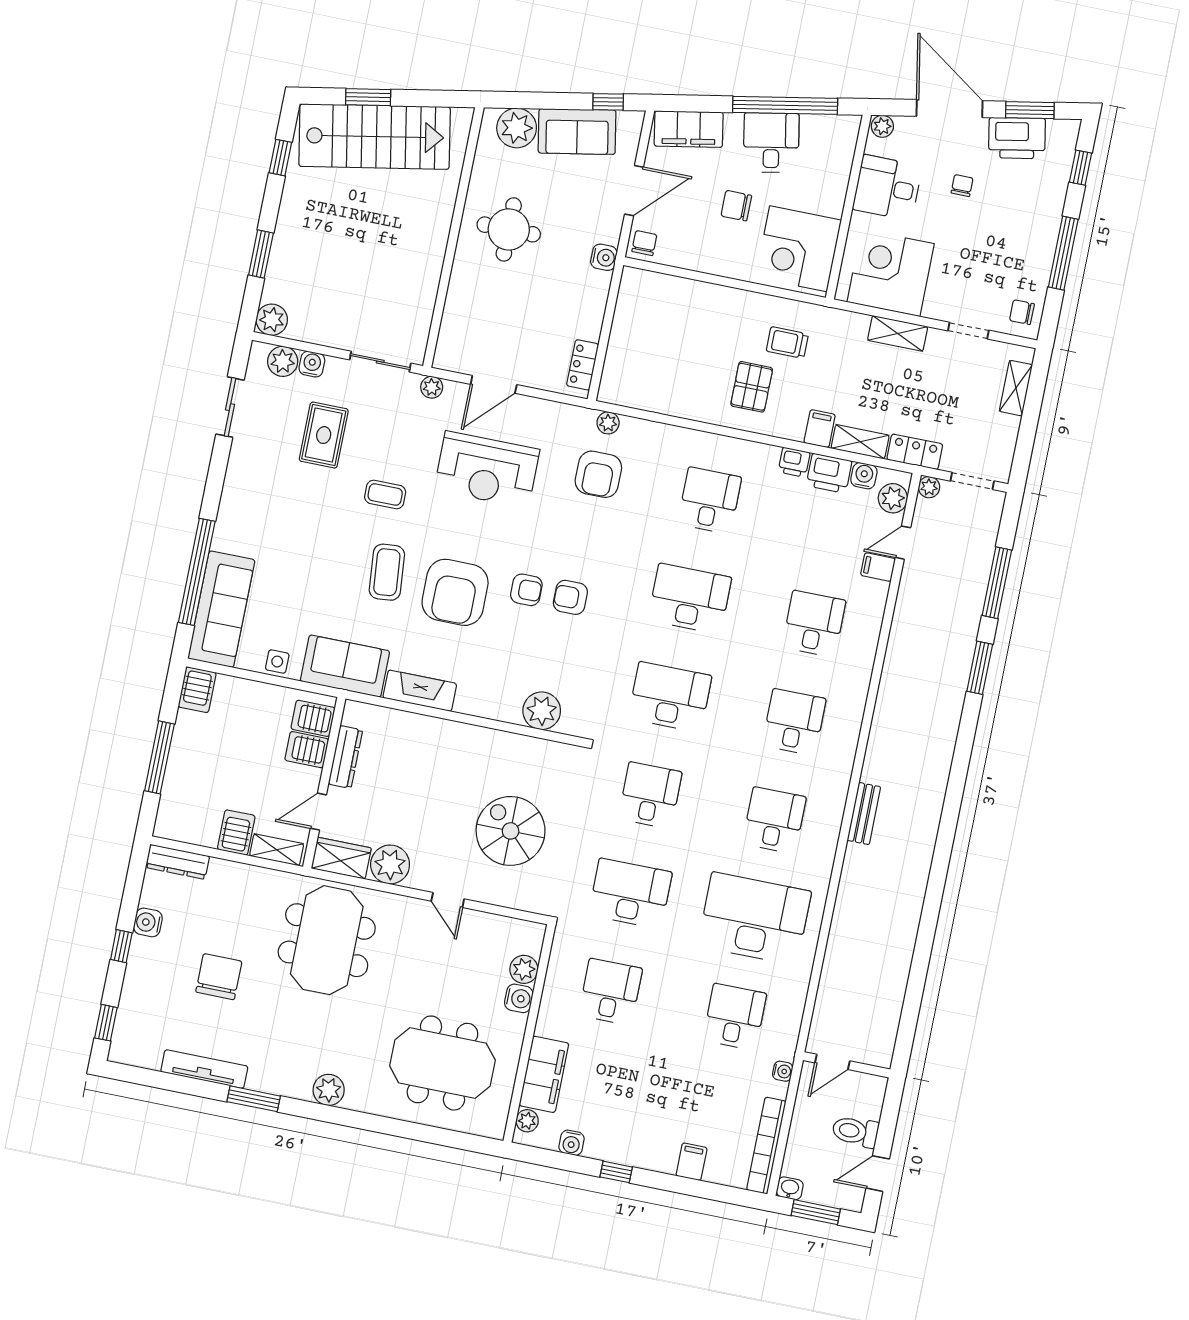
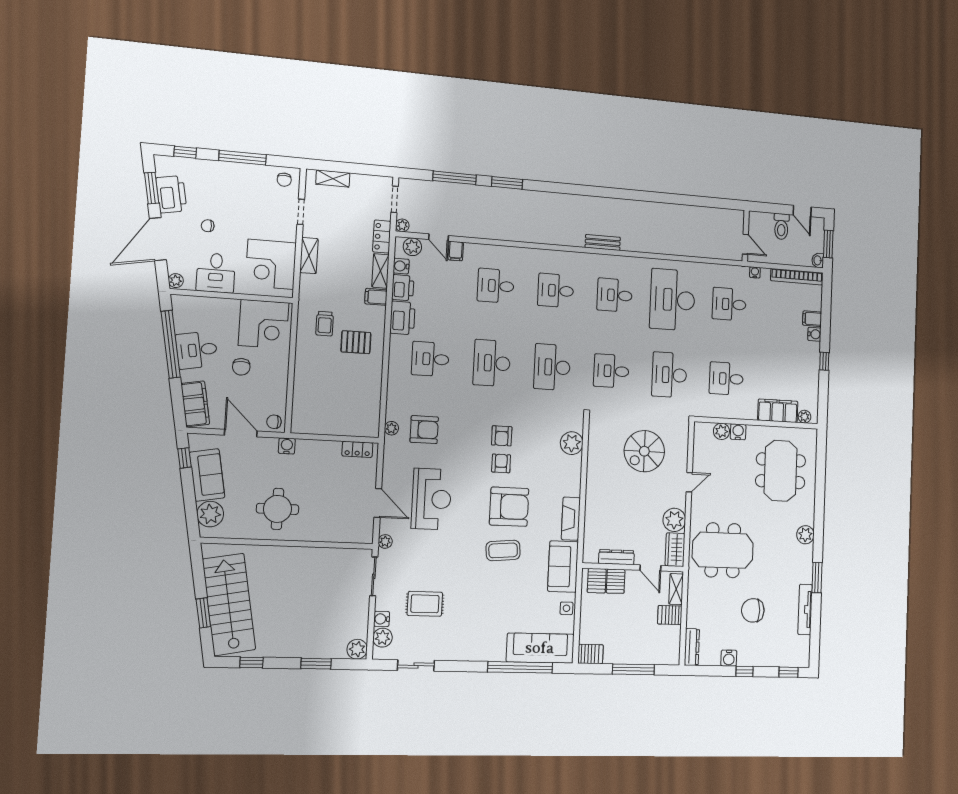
printer: (794, 462) -> (402, 318), width x1.87, depth x1.48
coffee table: (385, 495) -> (456, 559), removed
water cooler: (572, 1143) -> (814, 334), moved

